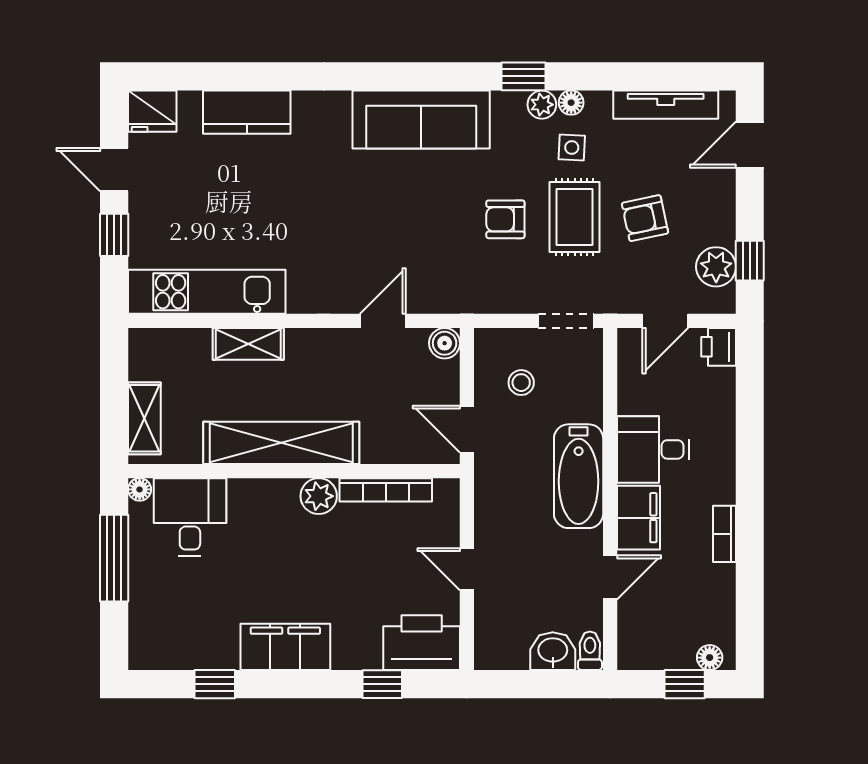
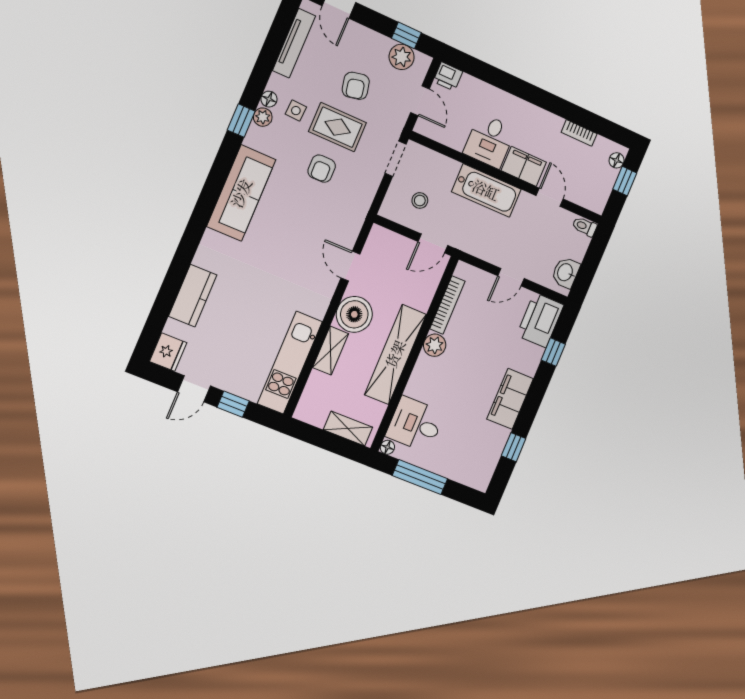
boiler: (445, 343) -> (354, 314), moved, width x1.86, depth x1.86
bookcase: (724, 534) -> (579, 133), moved
washbasin: (553, 651) -> (566, 272), moved

